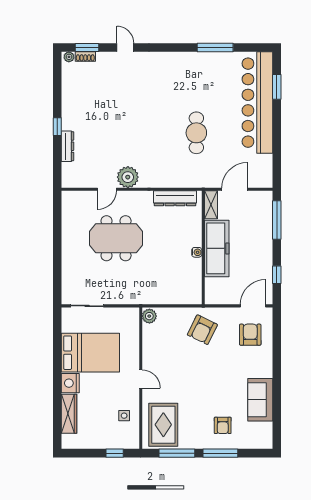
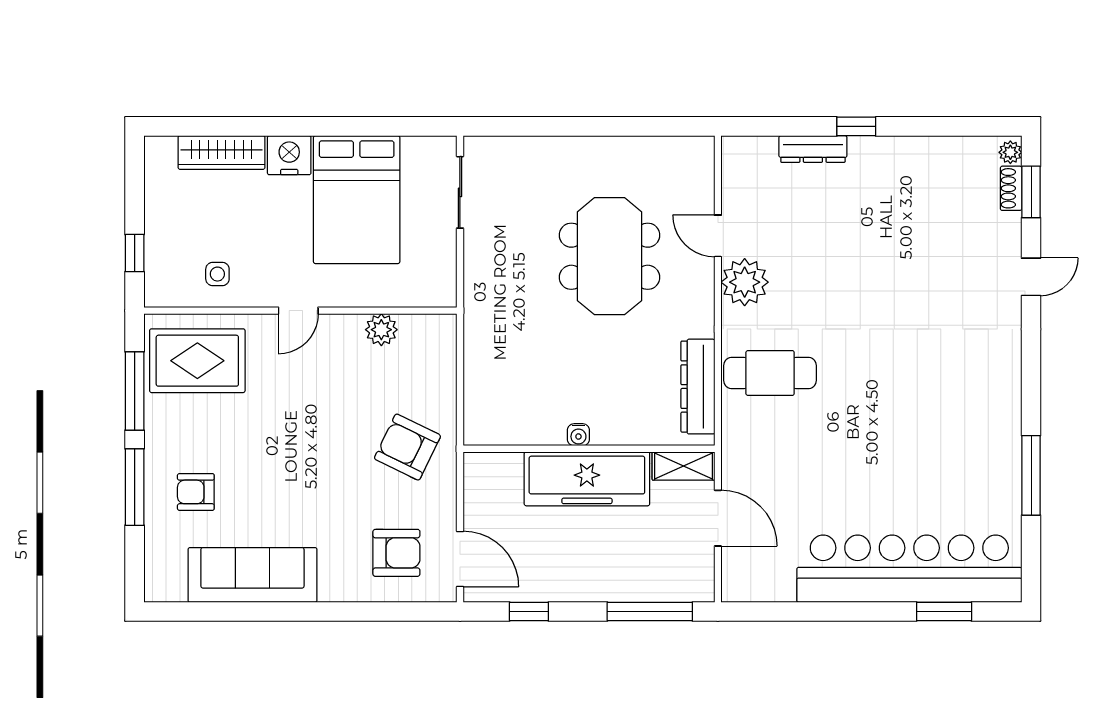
cafe table: (196, 133) -> (770, 373), moved
plant: (149, 316) -> (381, 330), moved
sofa: (260, 400) -> (252, 575), width x1.36

